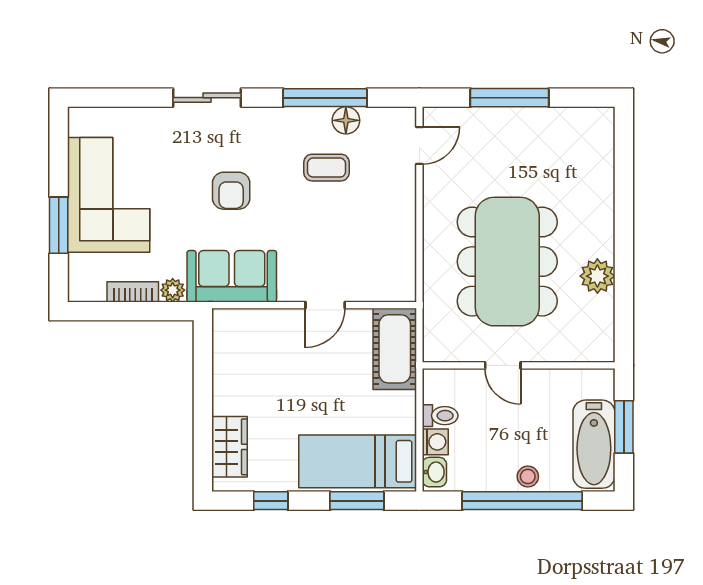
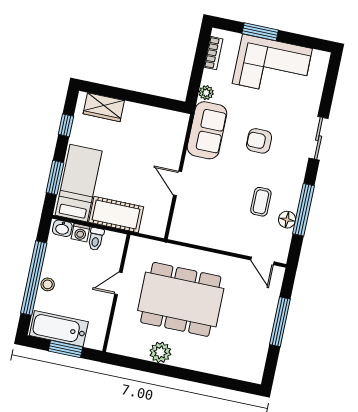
bookcase: (133, 292) -> (213, 53), moved
cot: (395, 349) -> (116, 214), moved

